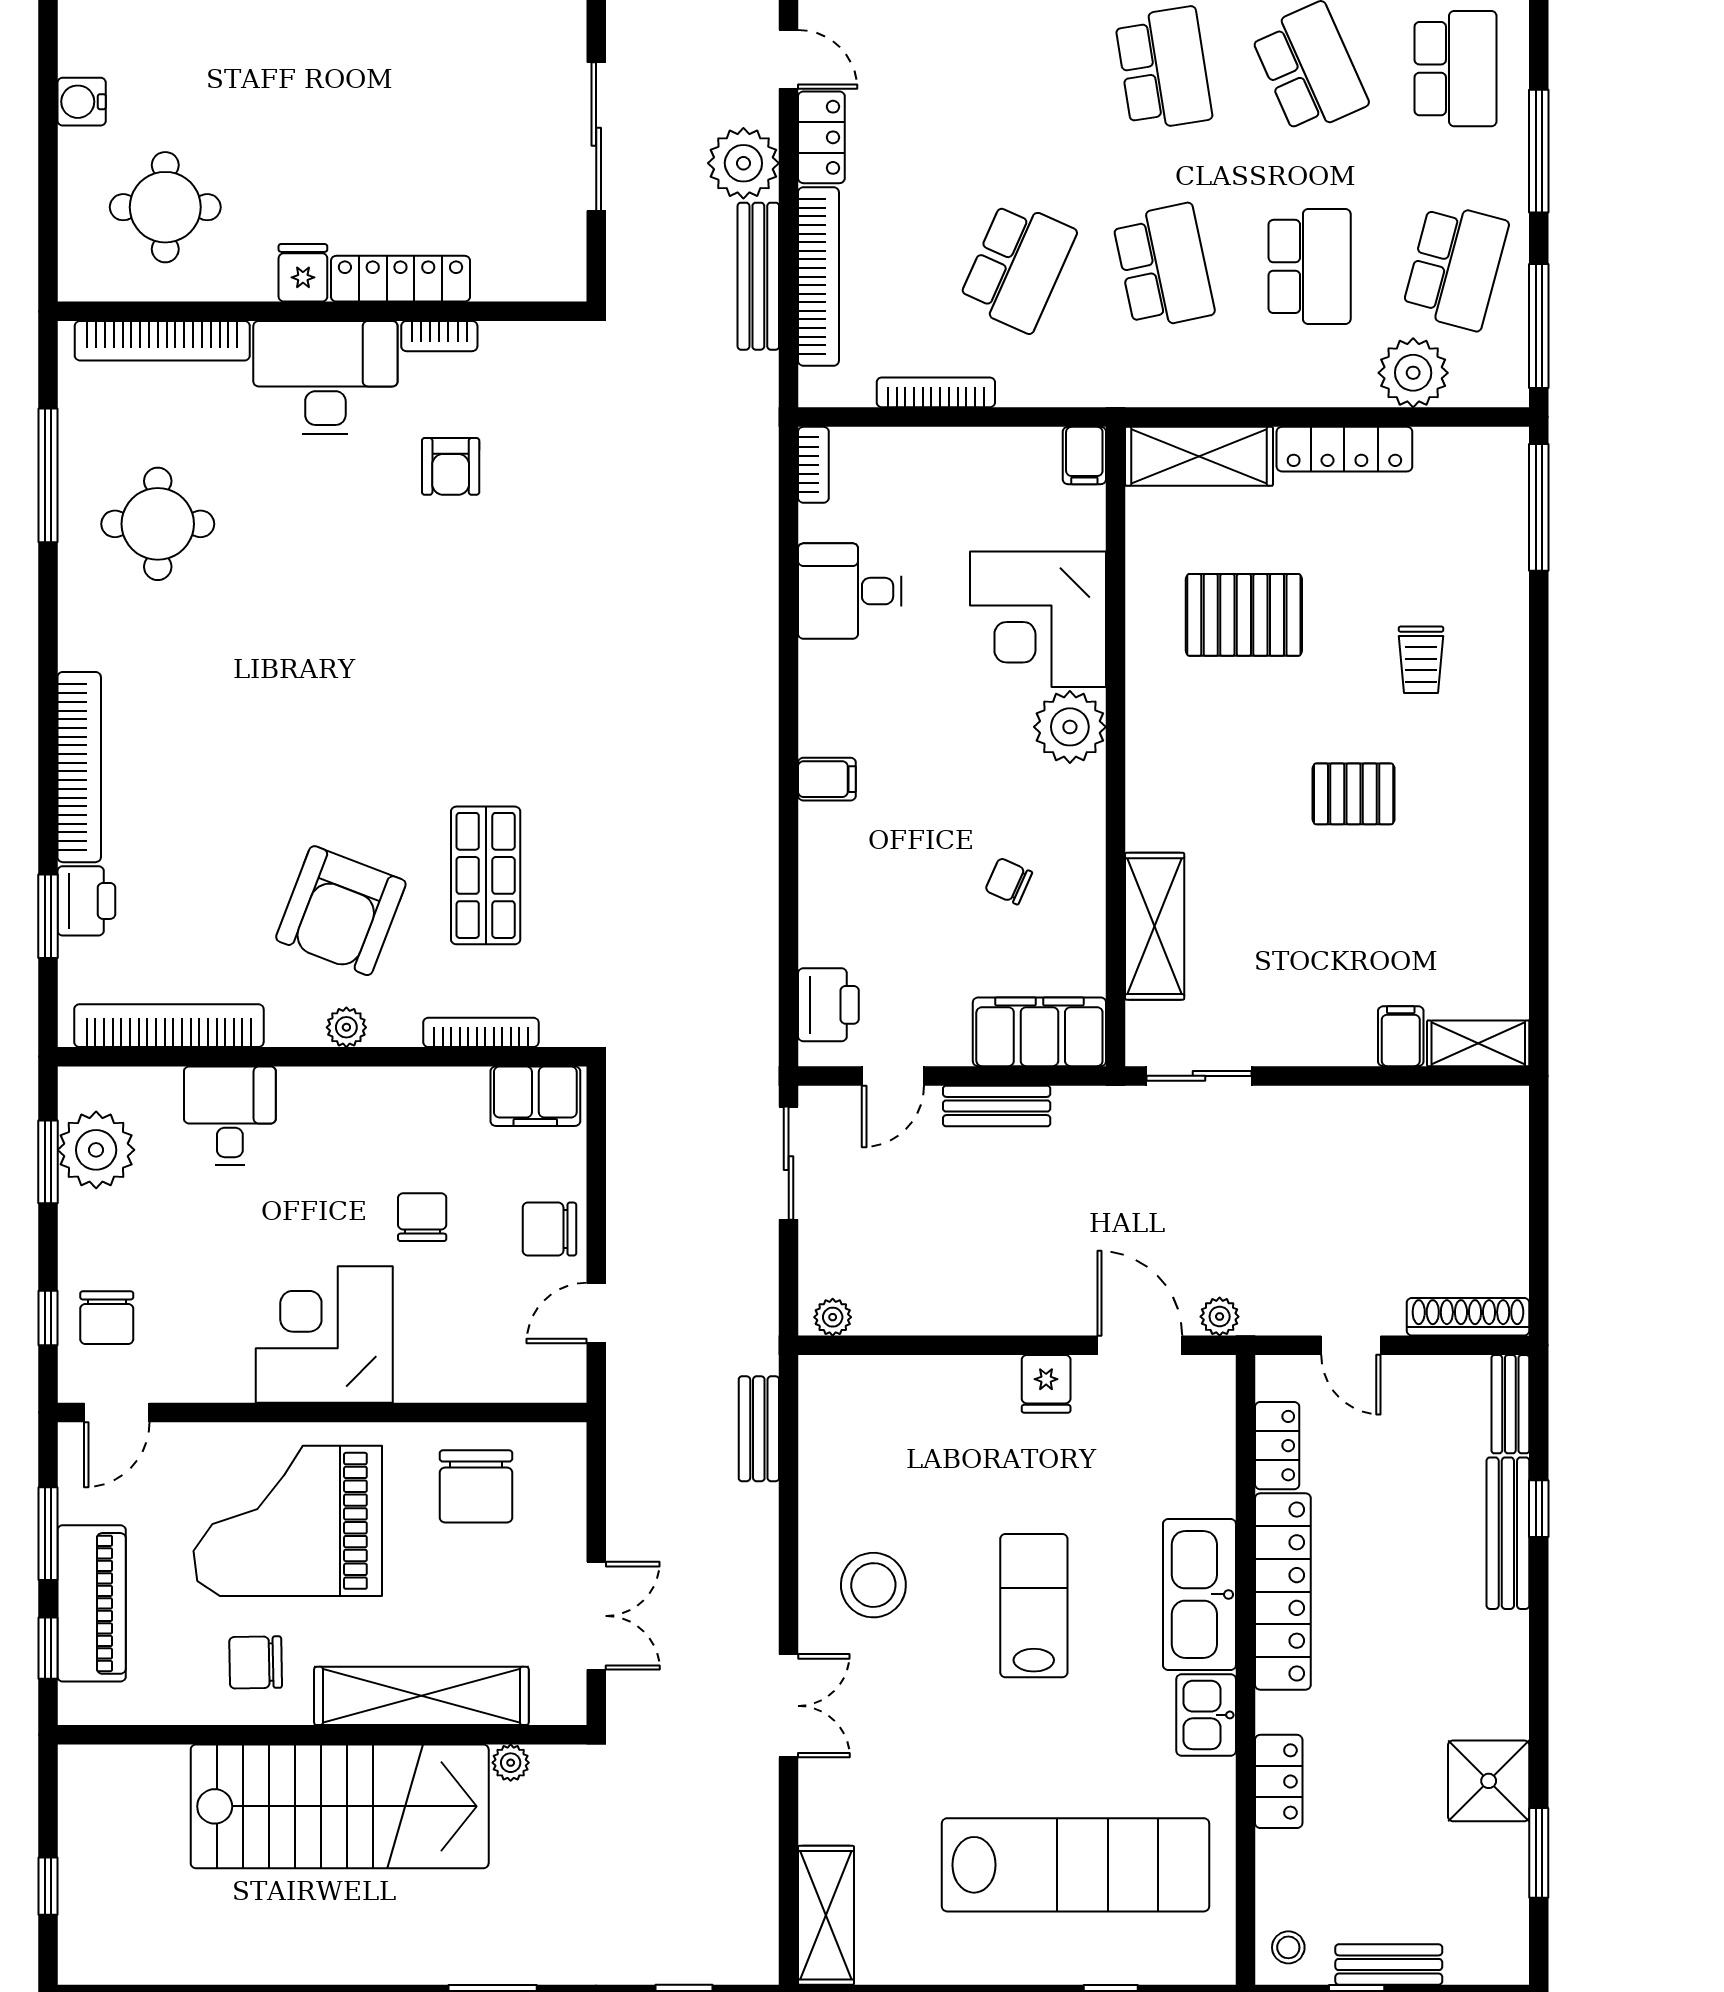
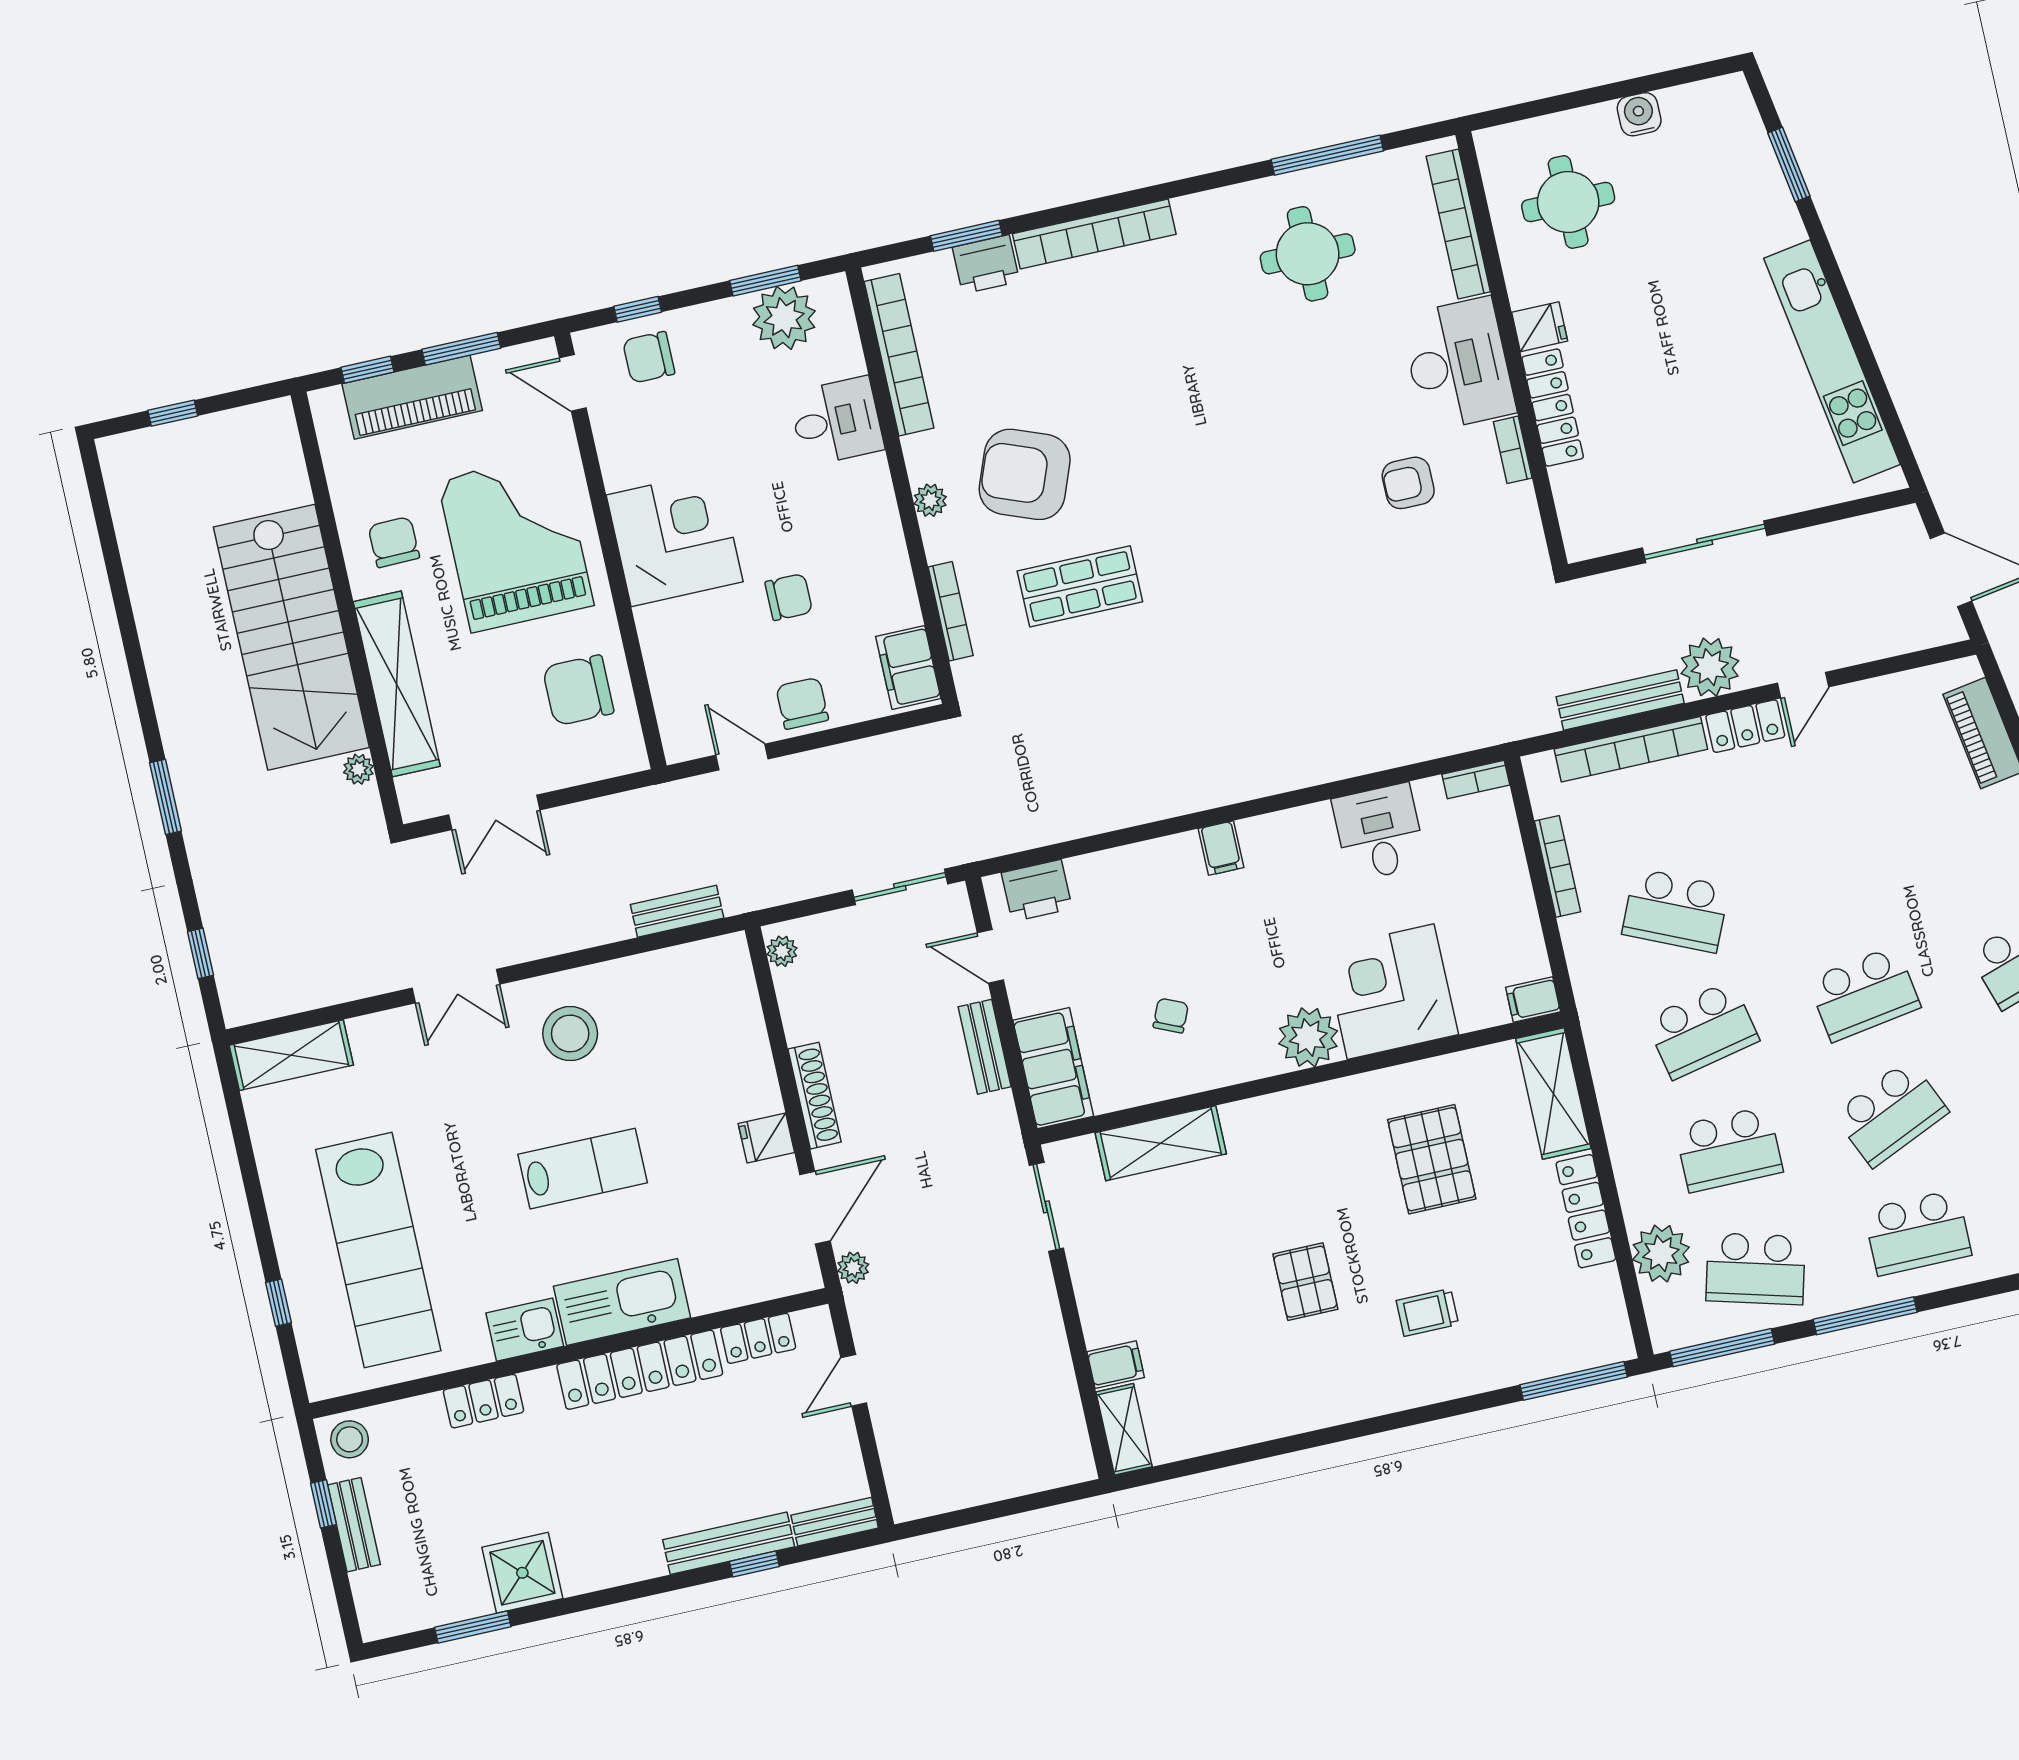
shoe rack: (1468, 1317) -> (815, 1096), moved
stool: (1288, 1947) -> (350, 1439), width x1.37, depth x1.37

